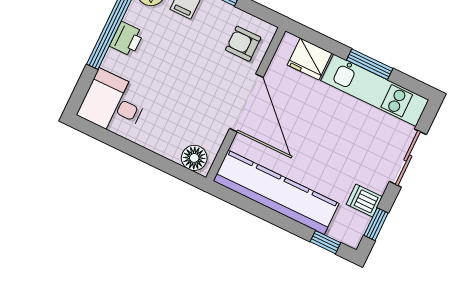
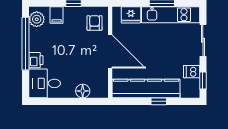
printer: (127, 39) -> (36, 60), moved
armchair: (243, 44) -> (95, 23), turned 90
floor lamp: (194, 158) -> (83, 91), moved
window: (325, 242) -> (159, 101), moved

